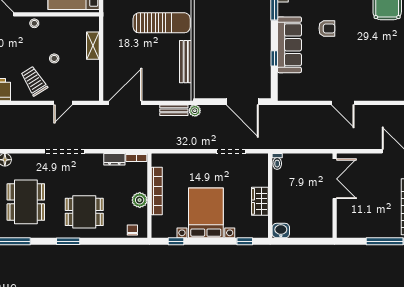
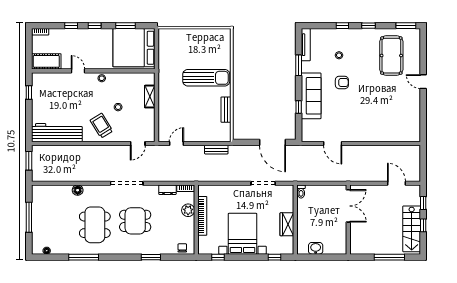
bench: (186, 62) -> (226, 110), width x0.73
door: (63, 103) -> (138, 144), moved
door: (125, 103) -> (176, 144), width x0.53
door: (343, 103) -> (333, 144), moved
plant: (195, 111) -> (233, 150), removed
plant: (140, 200) -> (188, 210), moved
dining table: (84, 212) -> (135, 221), moved
washbasin: (281, 231) -> (316, 248), moved
window: (68, 241) -> (151, 257), moved

